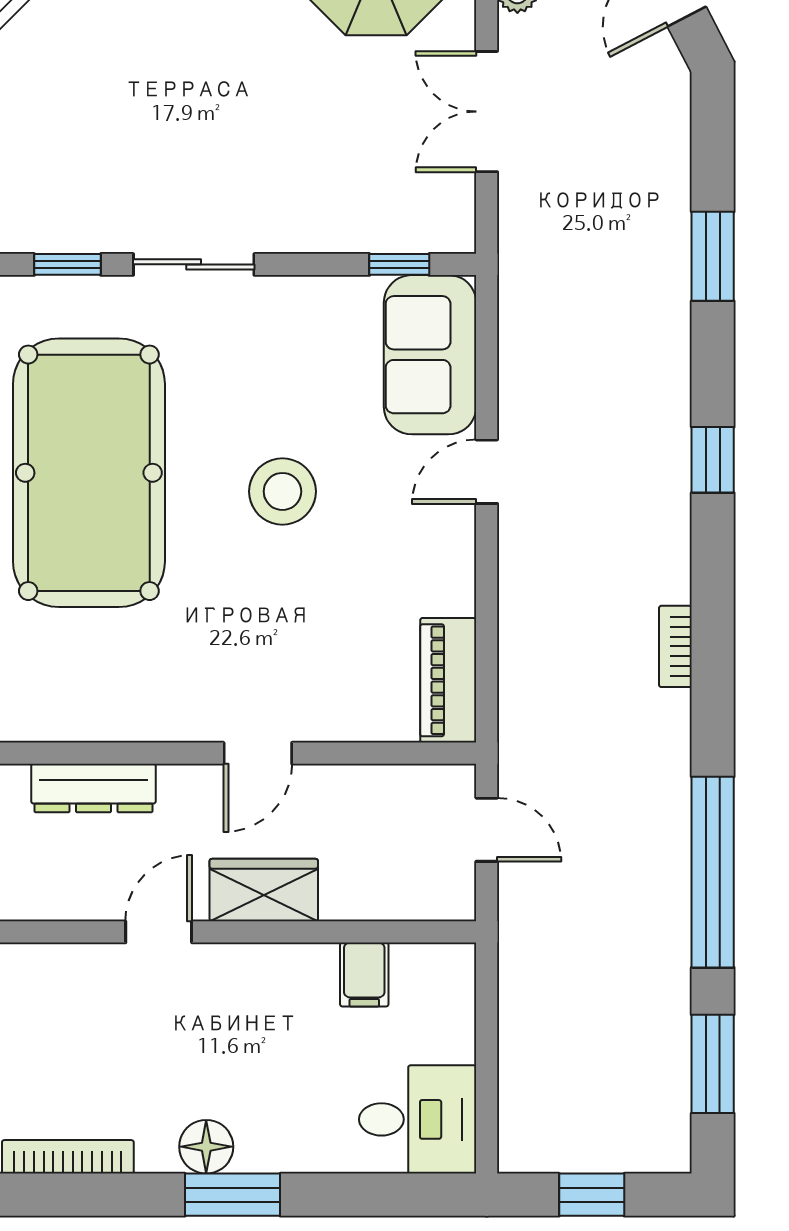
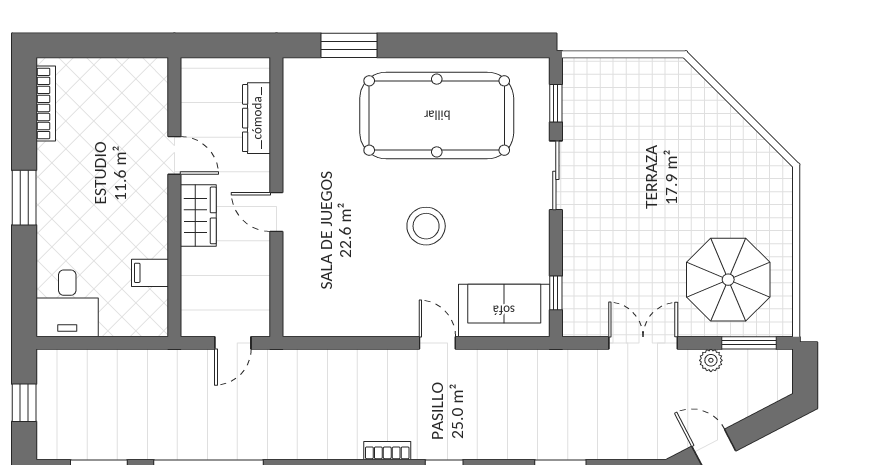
bookcase: (675, 646) -> (387, 451), moved
piano: (448, 680) -> (318, 321), removed
floor lamp: (206, 1147) -> (52, 183), removed

